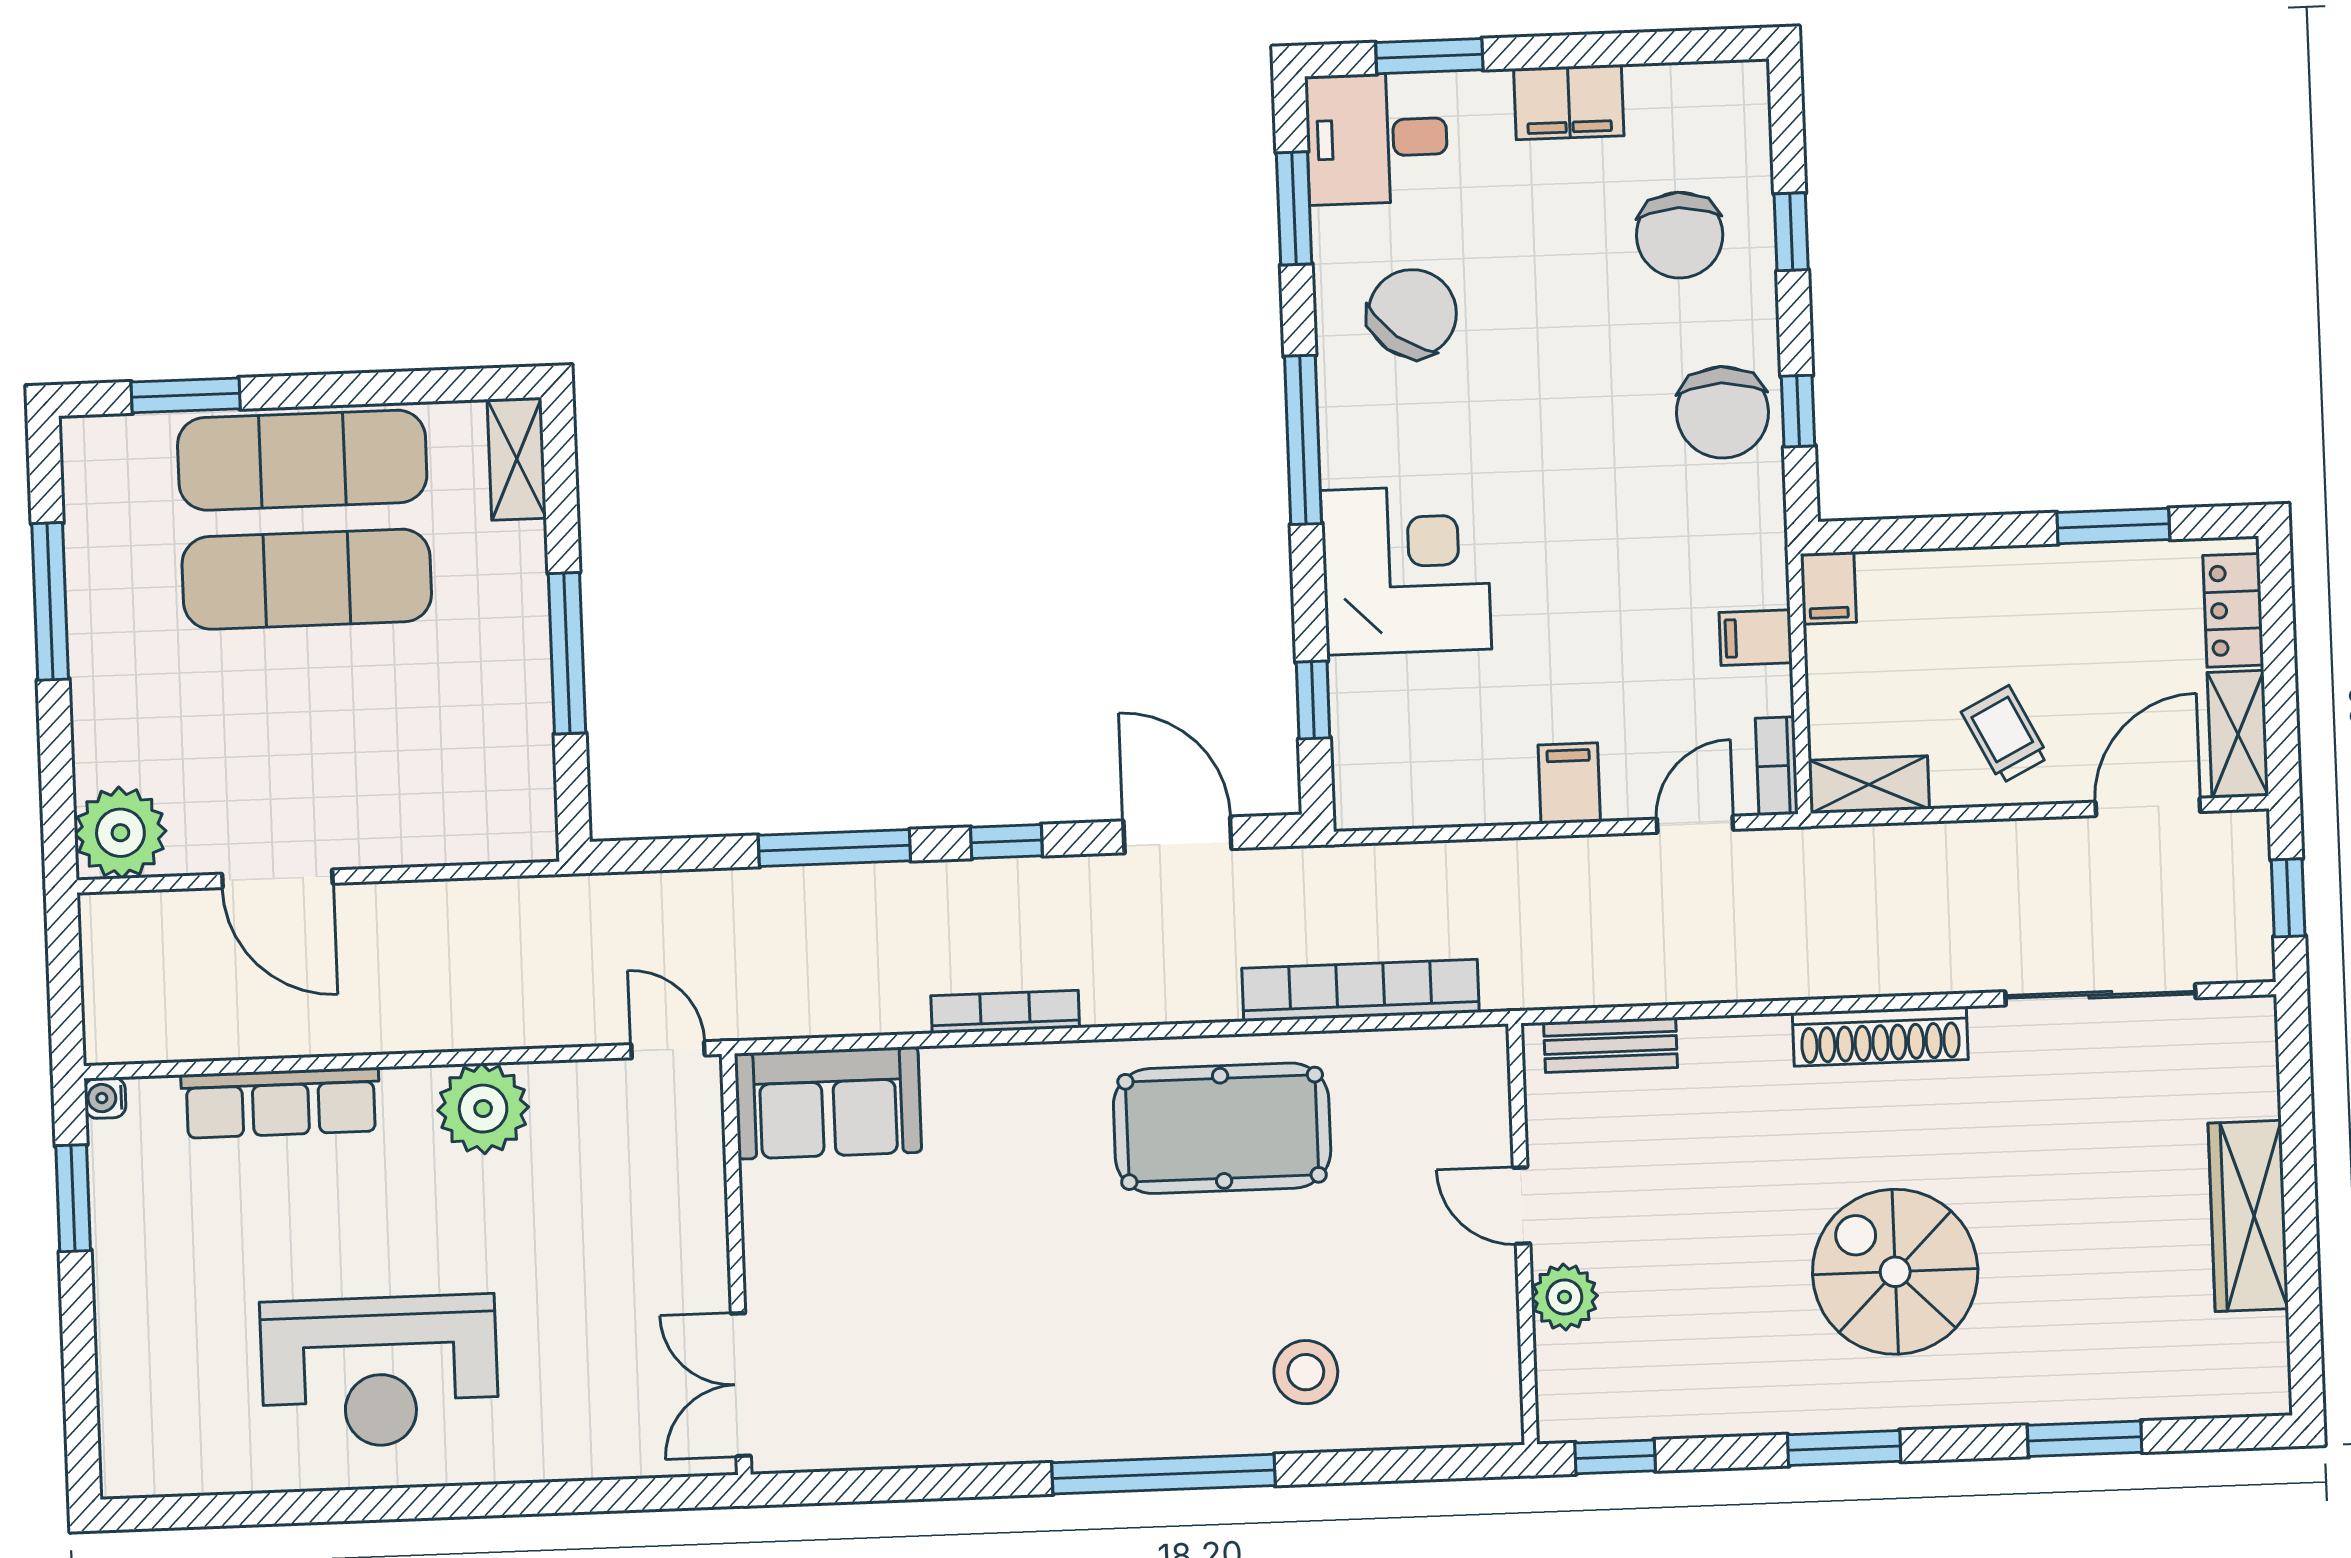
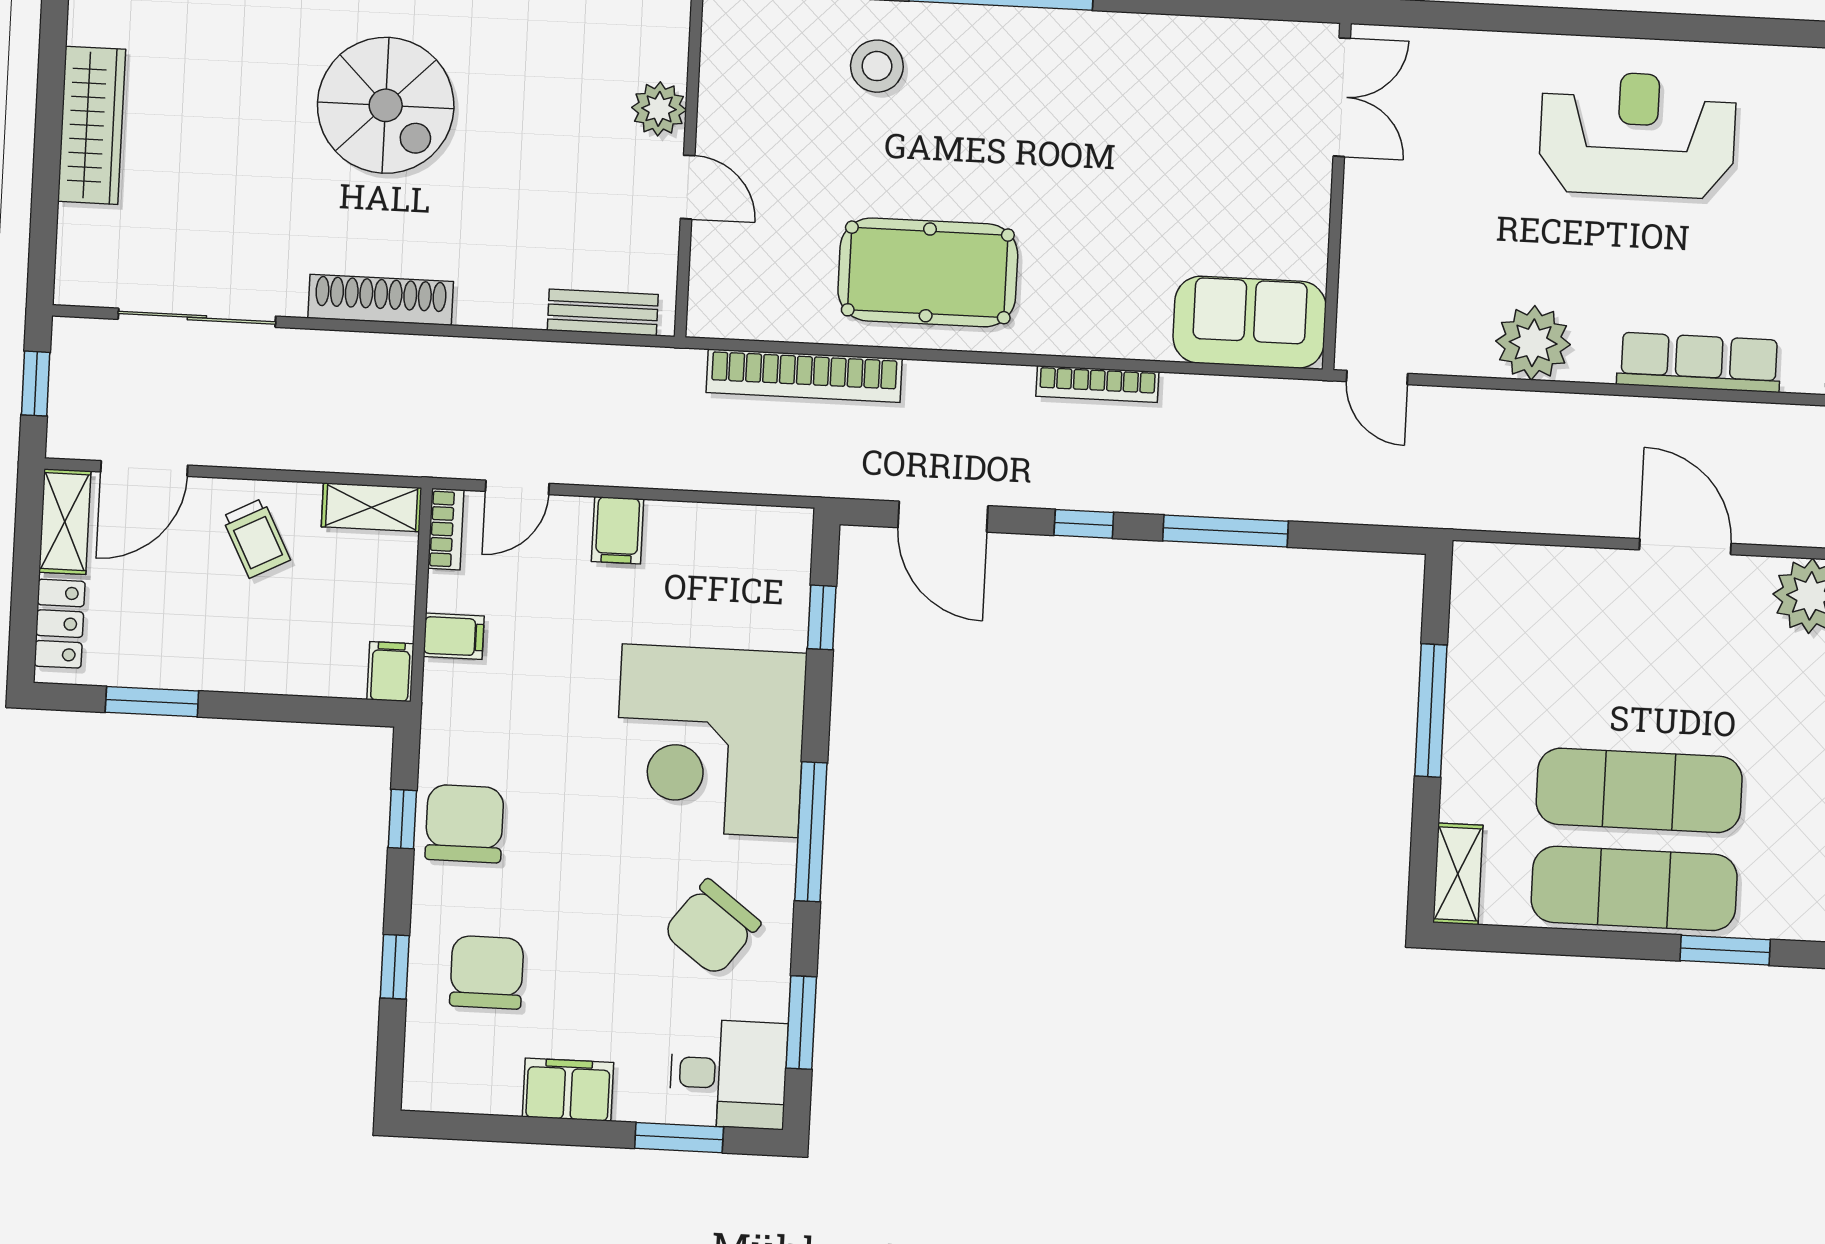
corner desk: (1406, 570) -> (710, 741), width x1.36, depth x1.36

